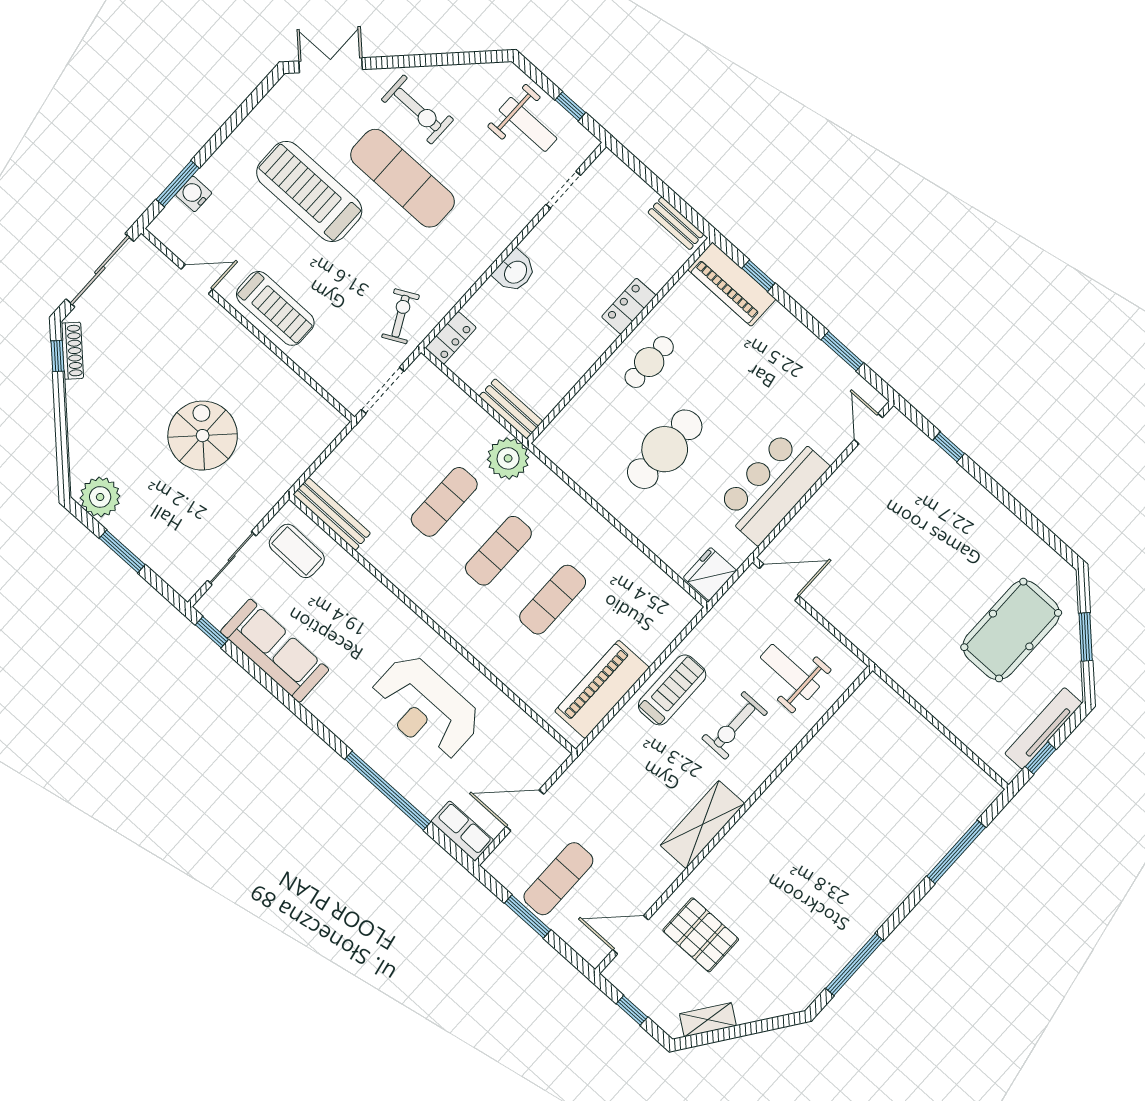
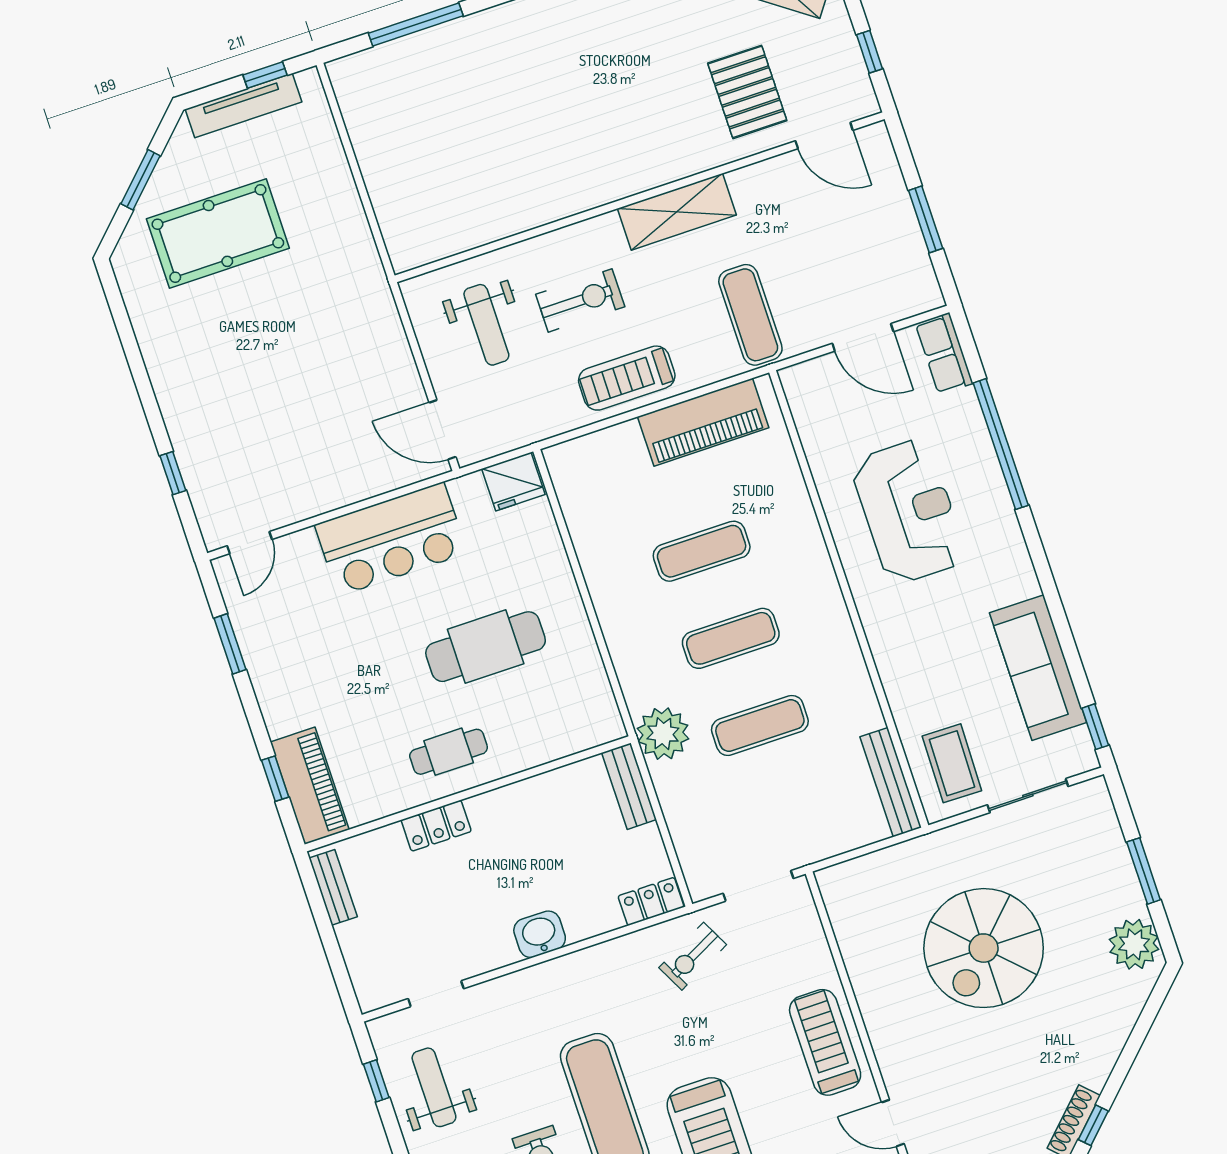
spiral stairs: (203, 436) -> (984, 948), width x1.37, depth x1.37
exercise mat: (558, 879) -> (750, 315), moved, turned 90

